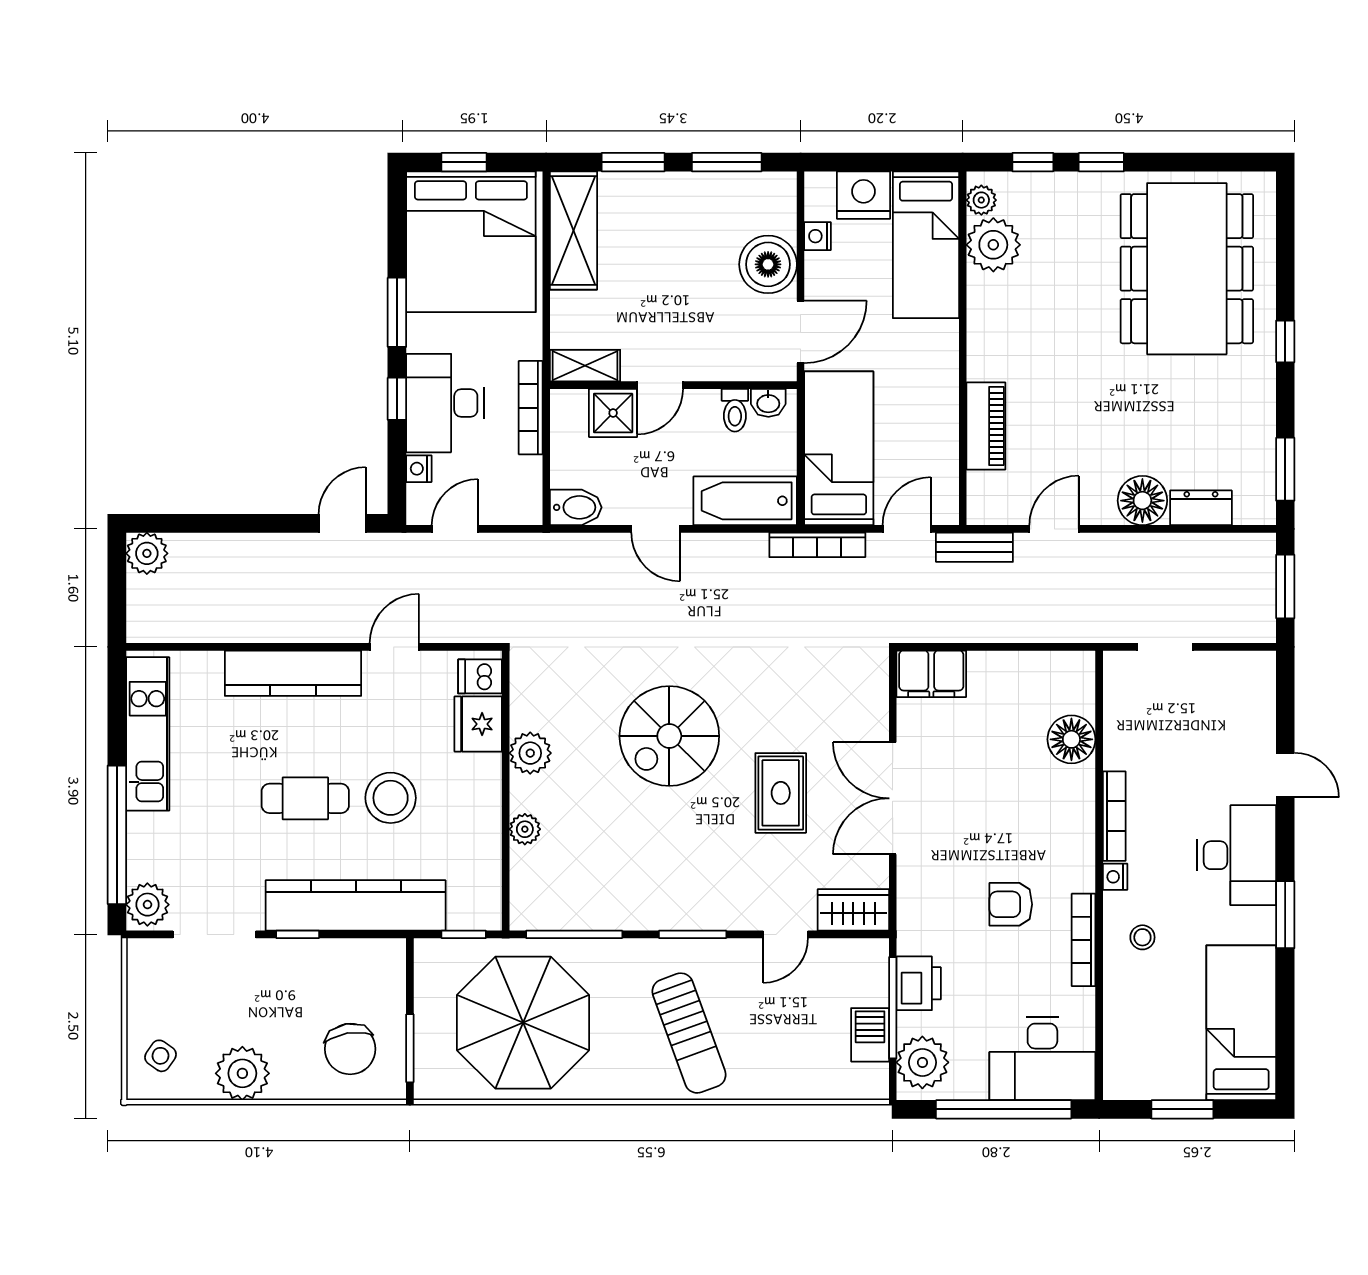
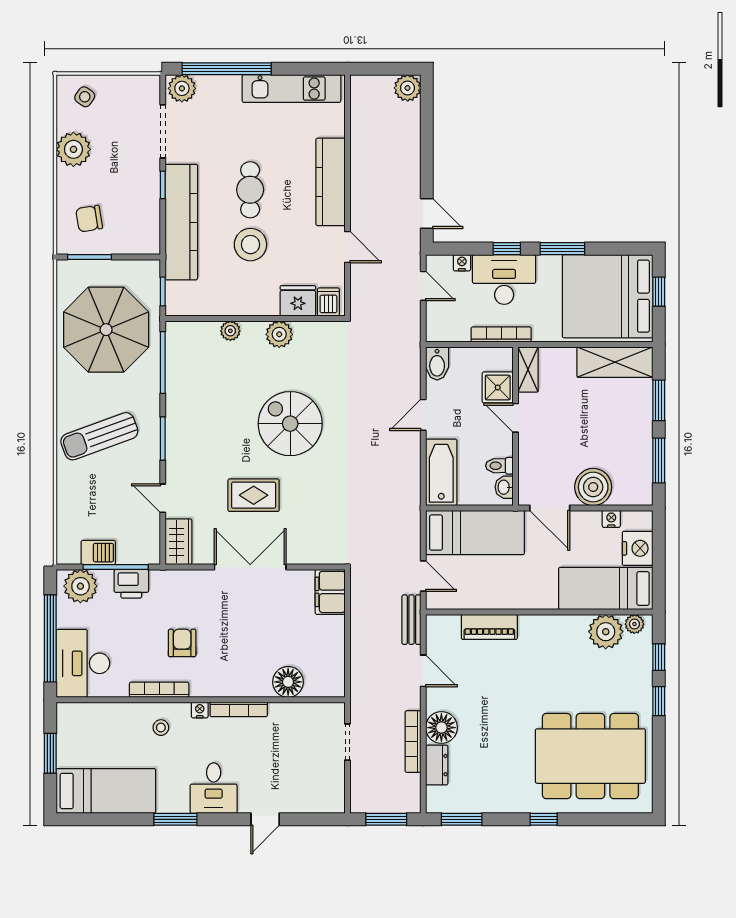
bookcase: (817, 545) -> (413, 742), moved
desk: (1237, 855) -> (214, 788), width x0.73
chair: (350, 1049) -> (89, 219), width x0.73, depth x0.73

